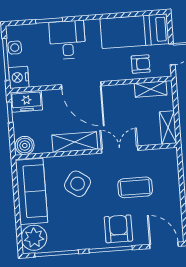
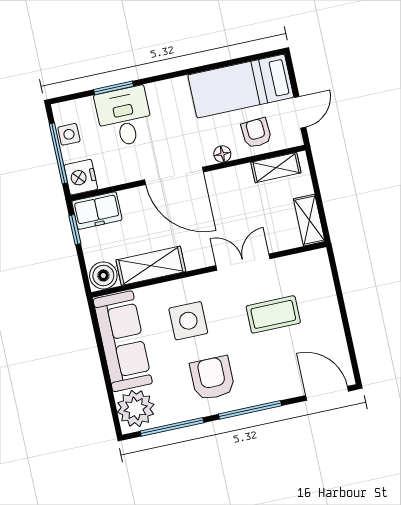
desk: (67, 40) -> (124, 117), moved
armchair: (141, 64) -> (256, 133), turned -94
floor lamp: (116, 75) -> (222, 154), added
shelving: (75, 142) -> (151, 266), moved
side table: (78, 184) -> (188, 321), turned -35
armchair: (118, 229) -> (212, 378), moved

